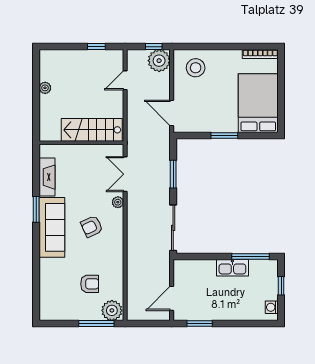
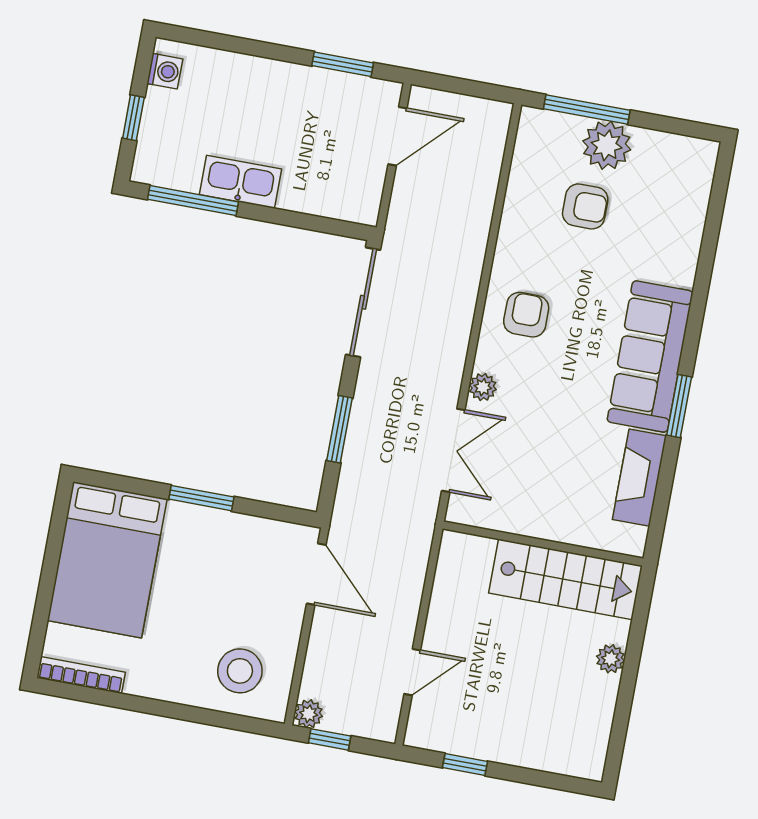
plant: (159, 61) -> (309, 714), width x0.53, depth x0.53
plant: (45, 88) -> (610, 659), moved
stairs: (92, 130) -> (565, 579), moved
armchair: (92, 226) -> (526, 315), moved, turned -65
armchair: (90, 284) -> (585, 206), turned 180
plant: (112, 310) -> (607, 145), moved

